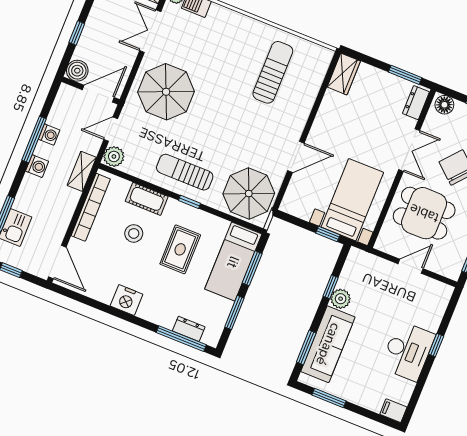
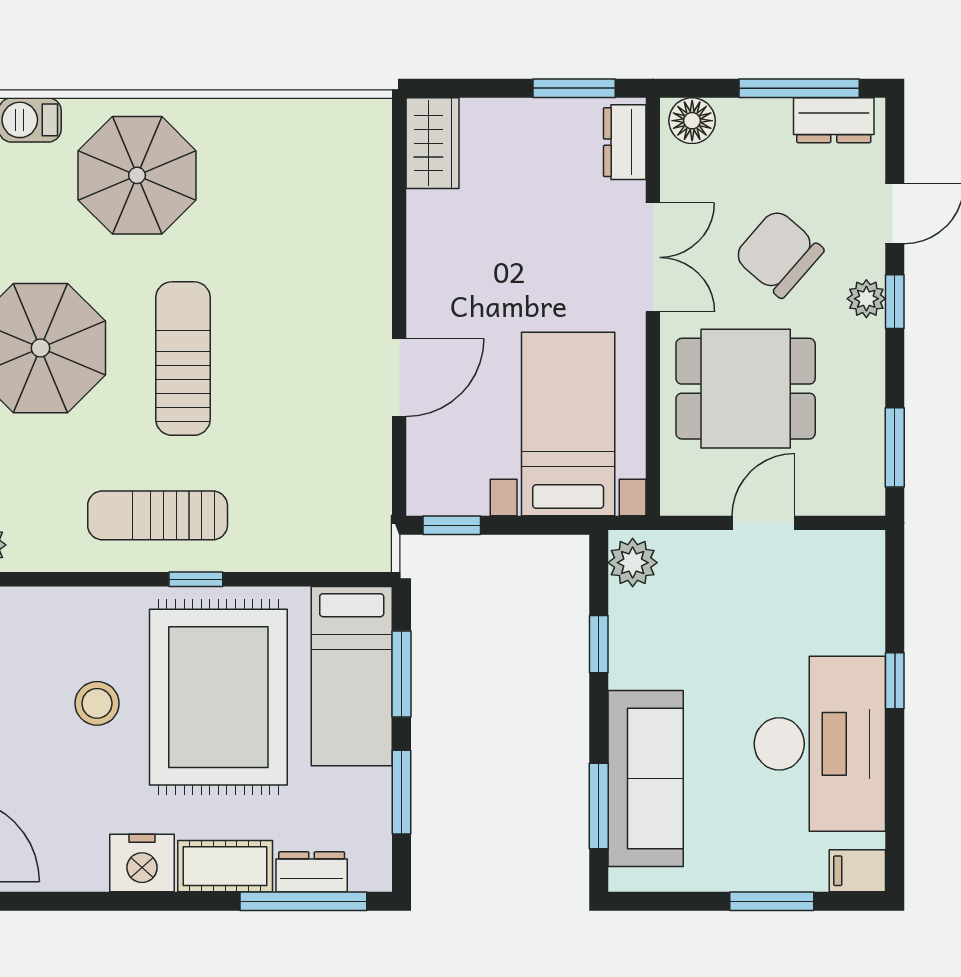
sun lounger: (273, 72) -> (183, 359), moved
parasol: (249, 194) -> (137, 175), moved
cot: (147, 199) -> (225, 866), moved
window: (328, 234) -> (452, 525), moved
rug: (180, 249) -> (218, 697), width x1.86, depth x2.06
plant: (341, 299) -> (633, 563), moved
desk: (408, 351) -> (820, 744), width x1.36, depth x1.30
window: (329, 398) -> (772, 901), moved

